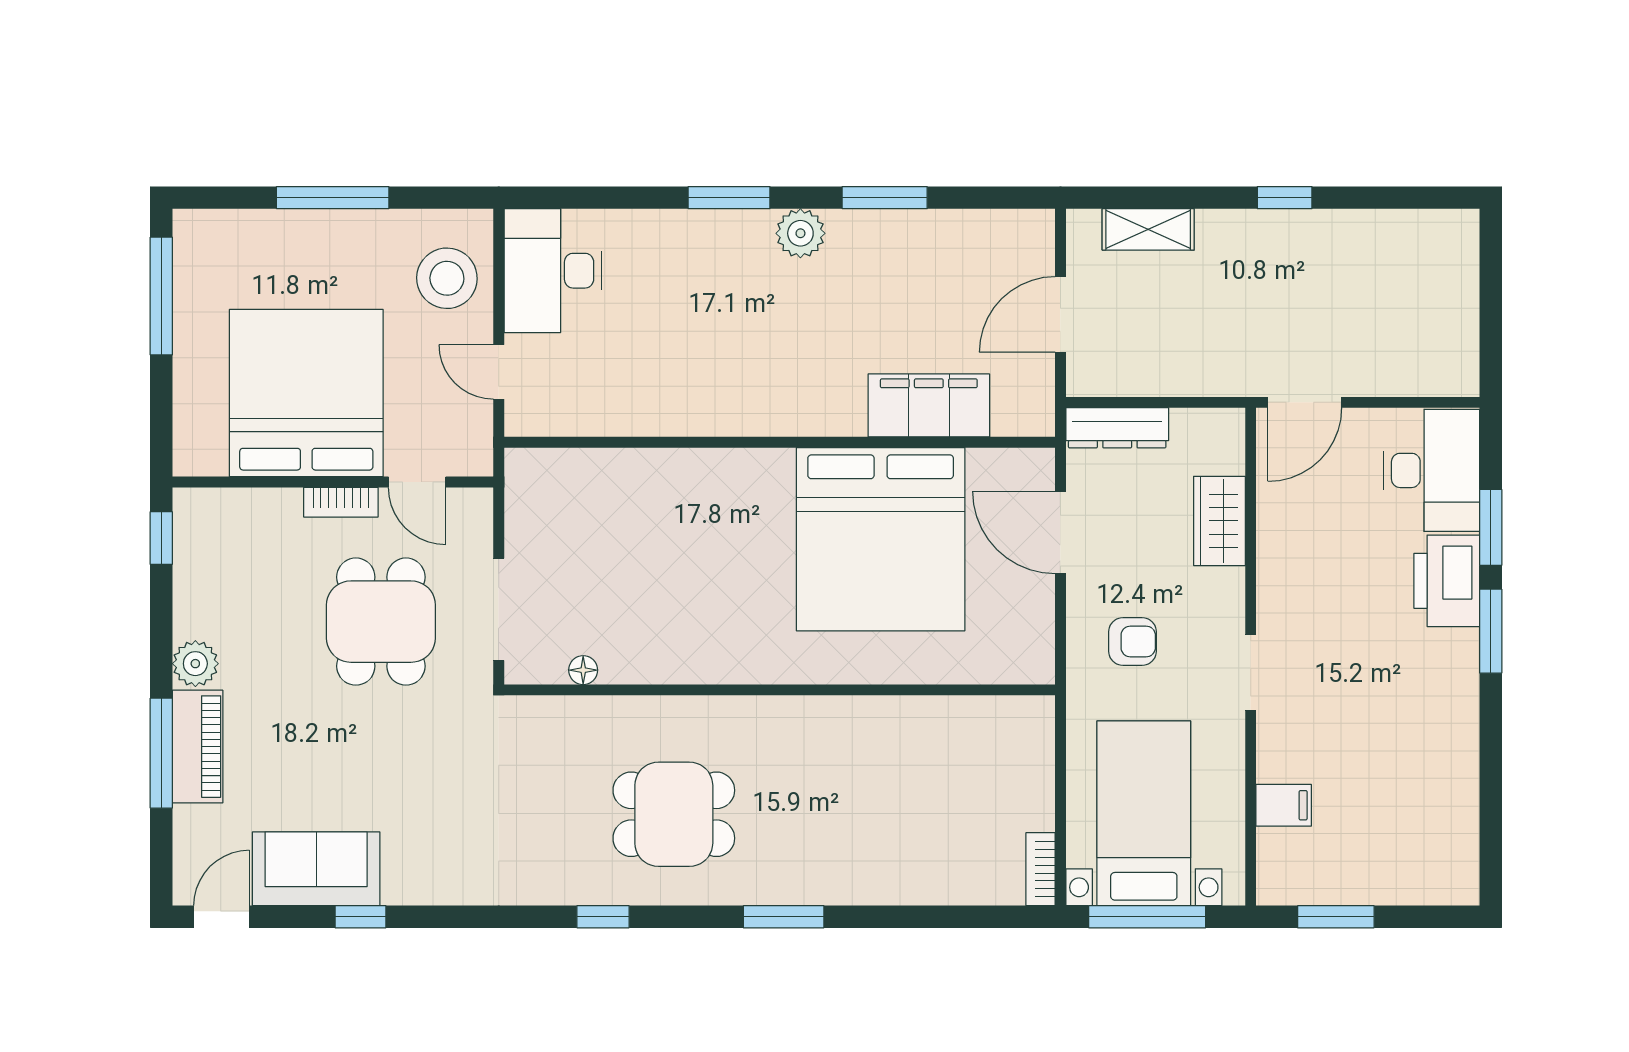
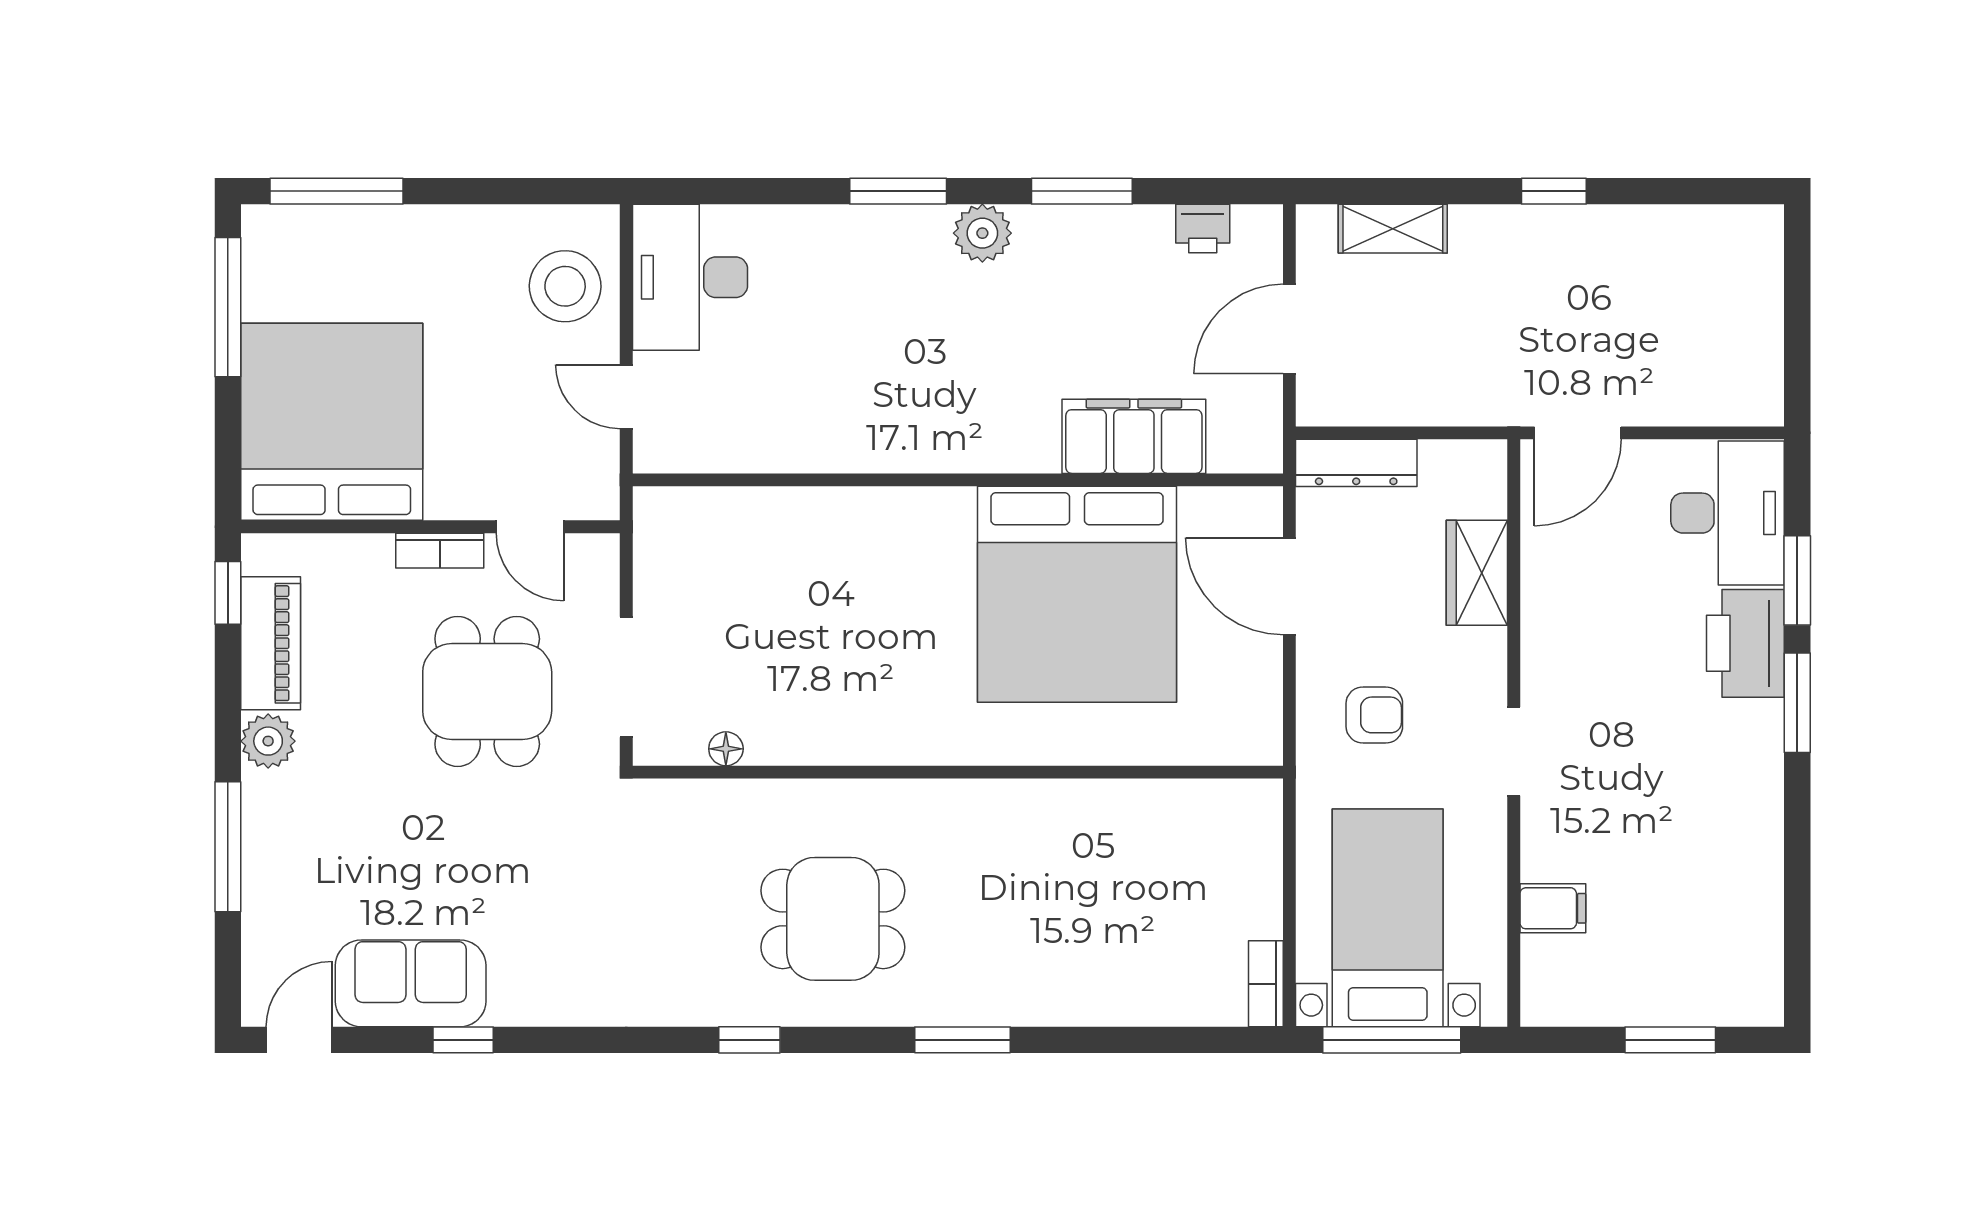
window: (333, 198) -> (336, 191), moved
printer: (987, 229) -> (1203, 228), added
bed: (306, 393) -> (332, 422), moved
piano: (198, 747) -> (271, 643), moved
window: (1336, 917) -> (1670, 1040), moved

